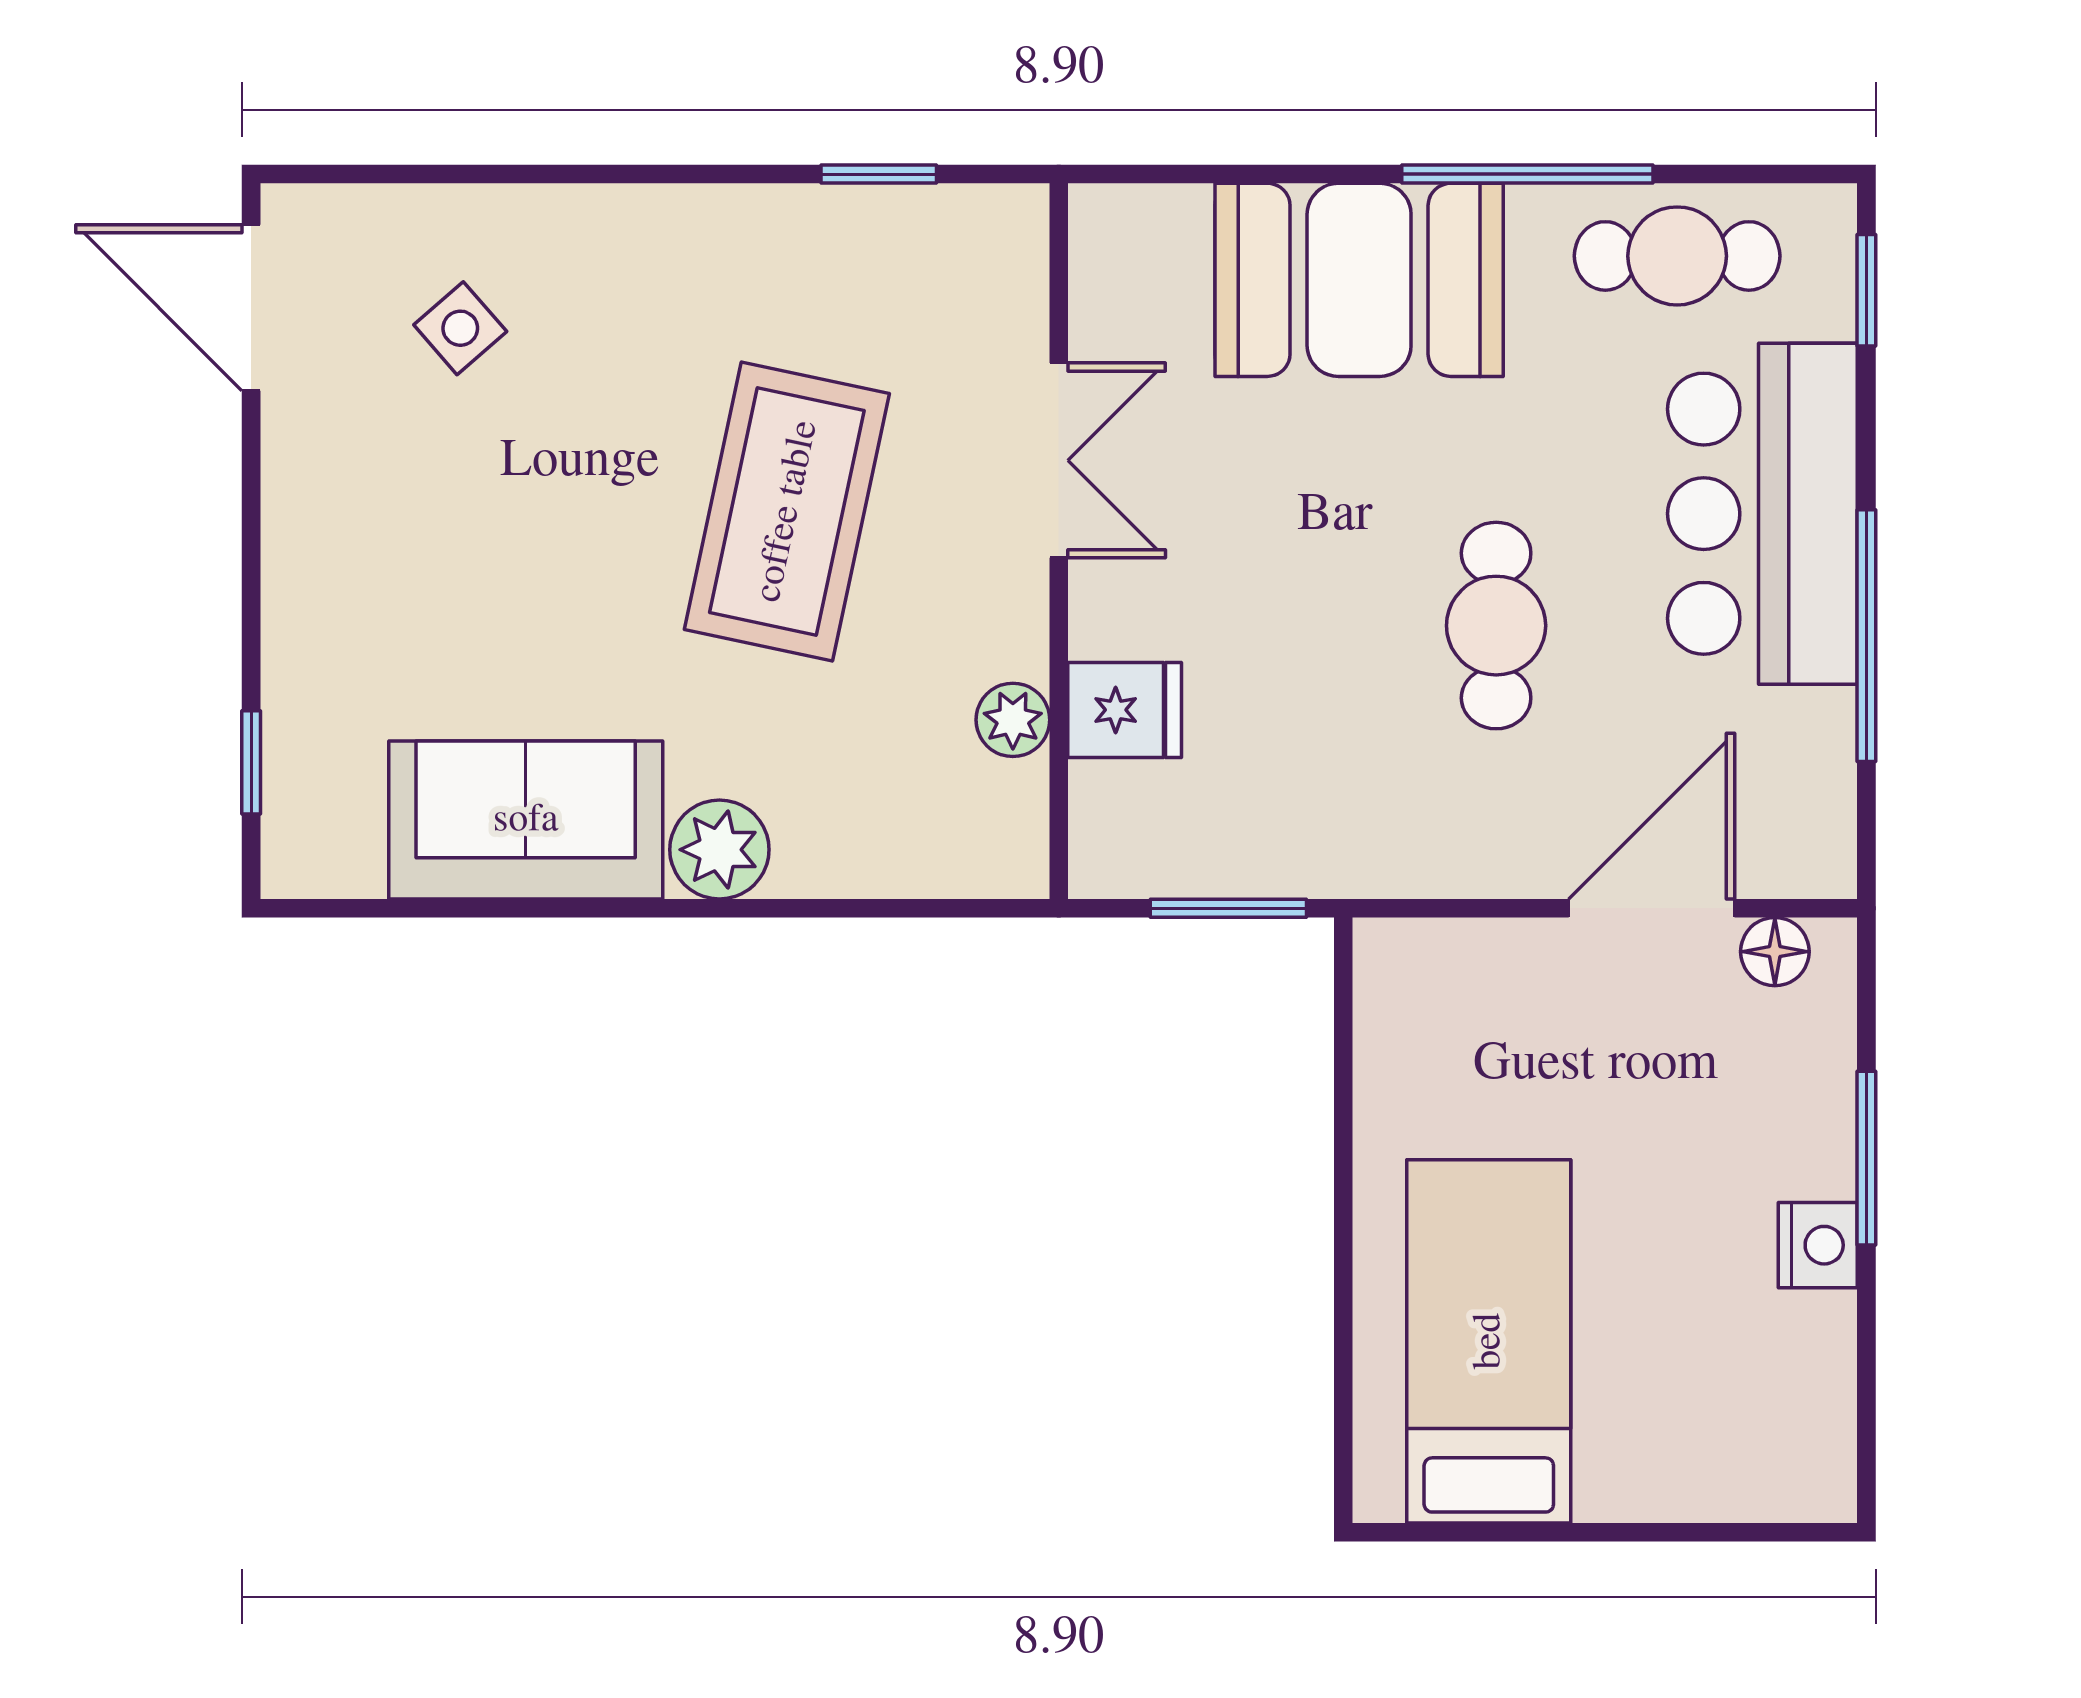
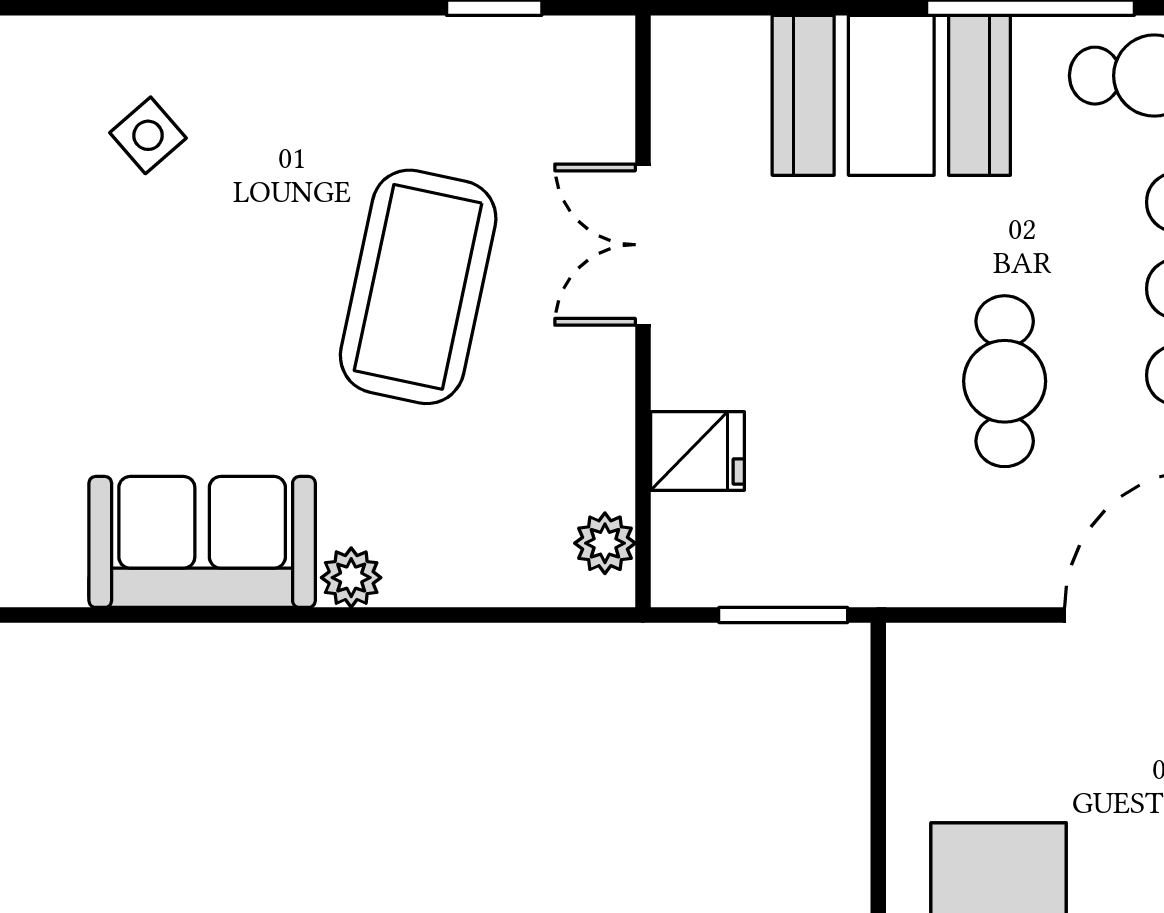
double door: (1059, 460) -> (643, 245), swing flipped
plant: (1013, 720) -> (605, 543), moved
plant: (719, 850) -> (351, 578), width x0.73, depth x0.73

